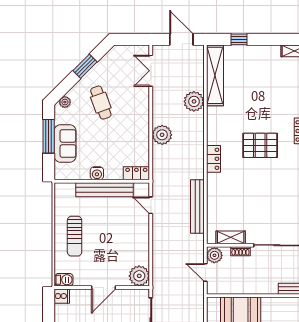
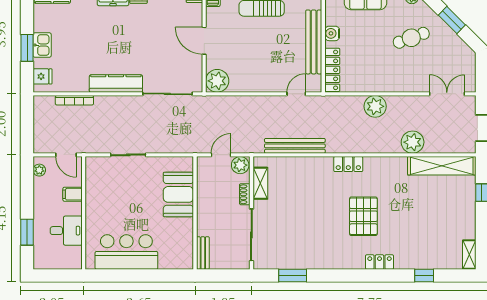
locker: (136, 173) -> (332, 70), width x1.53

